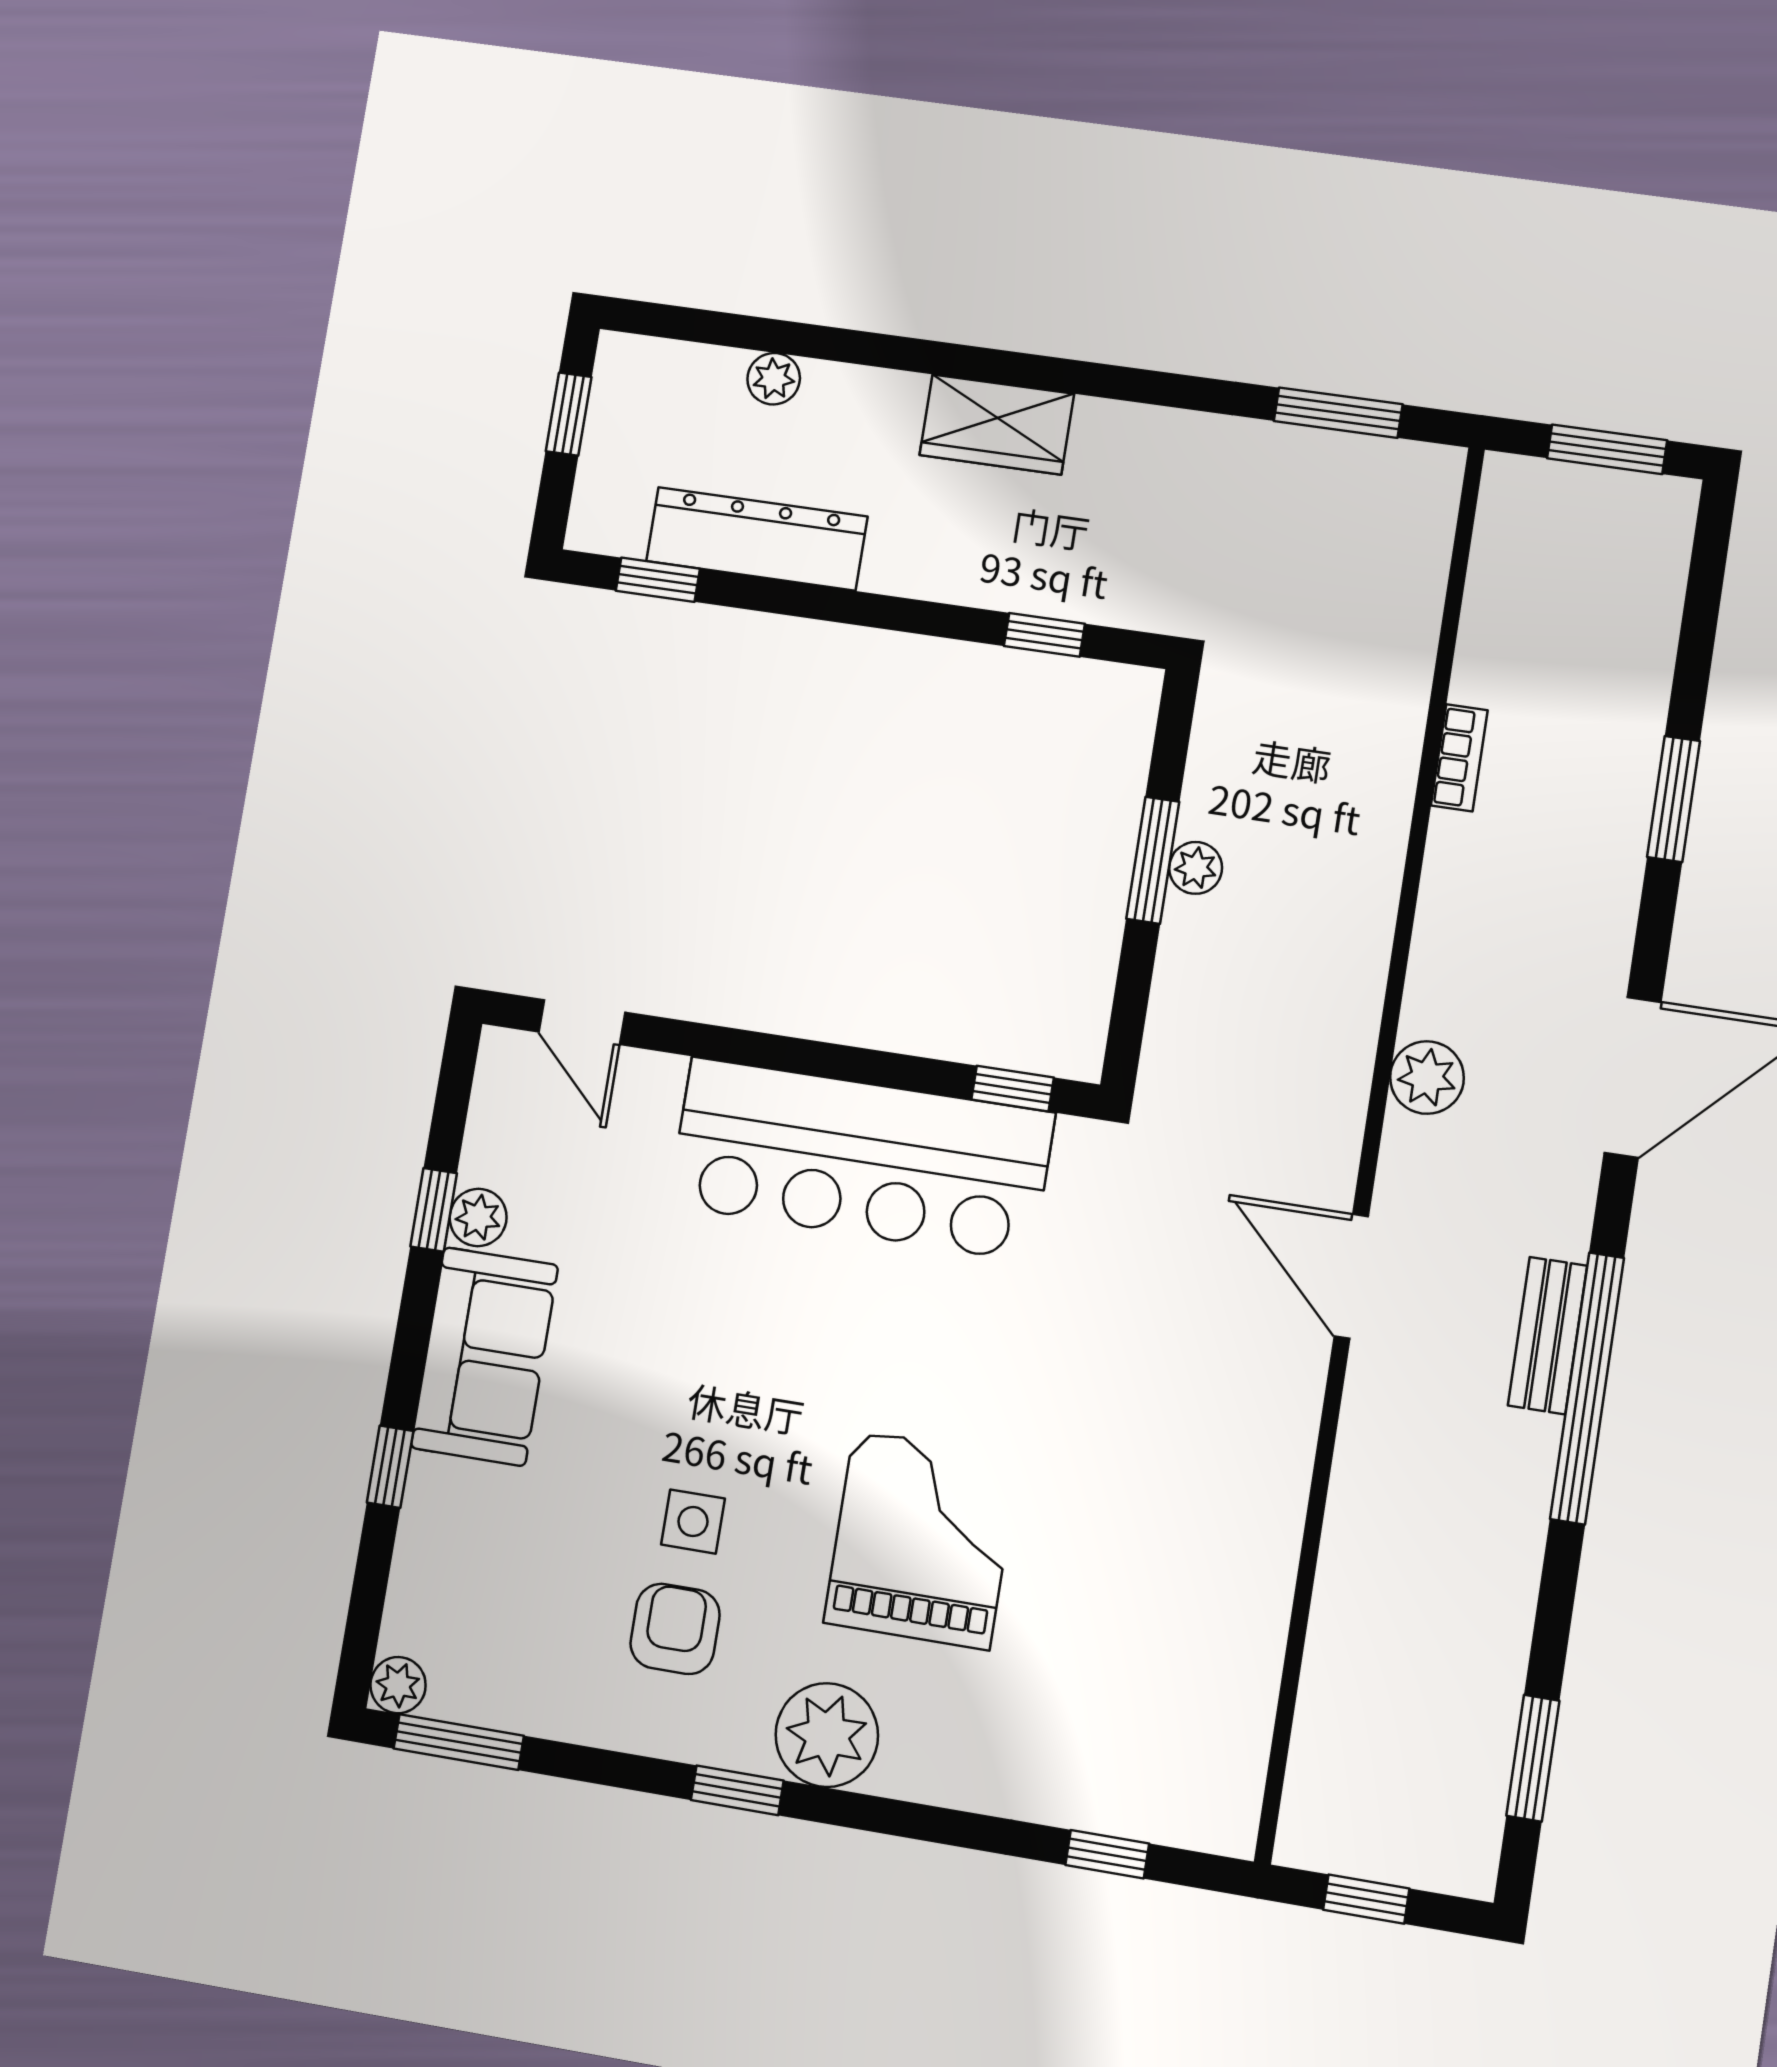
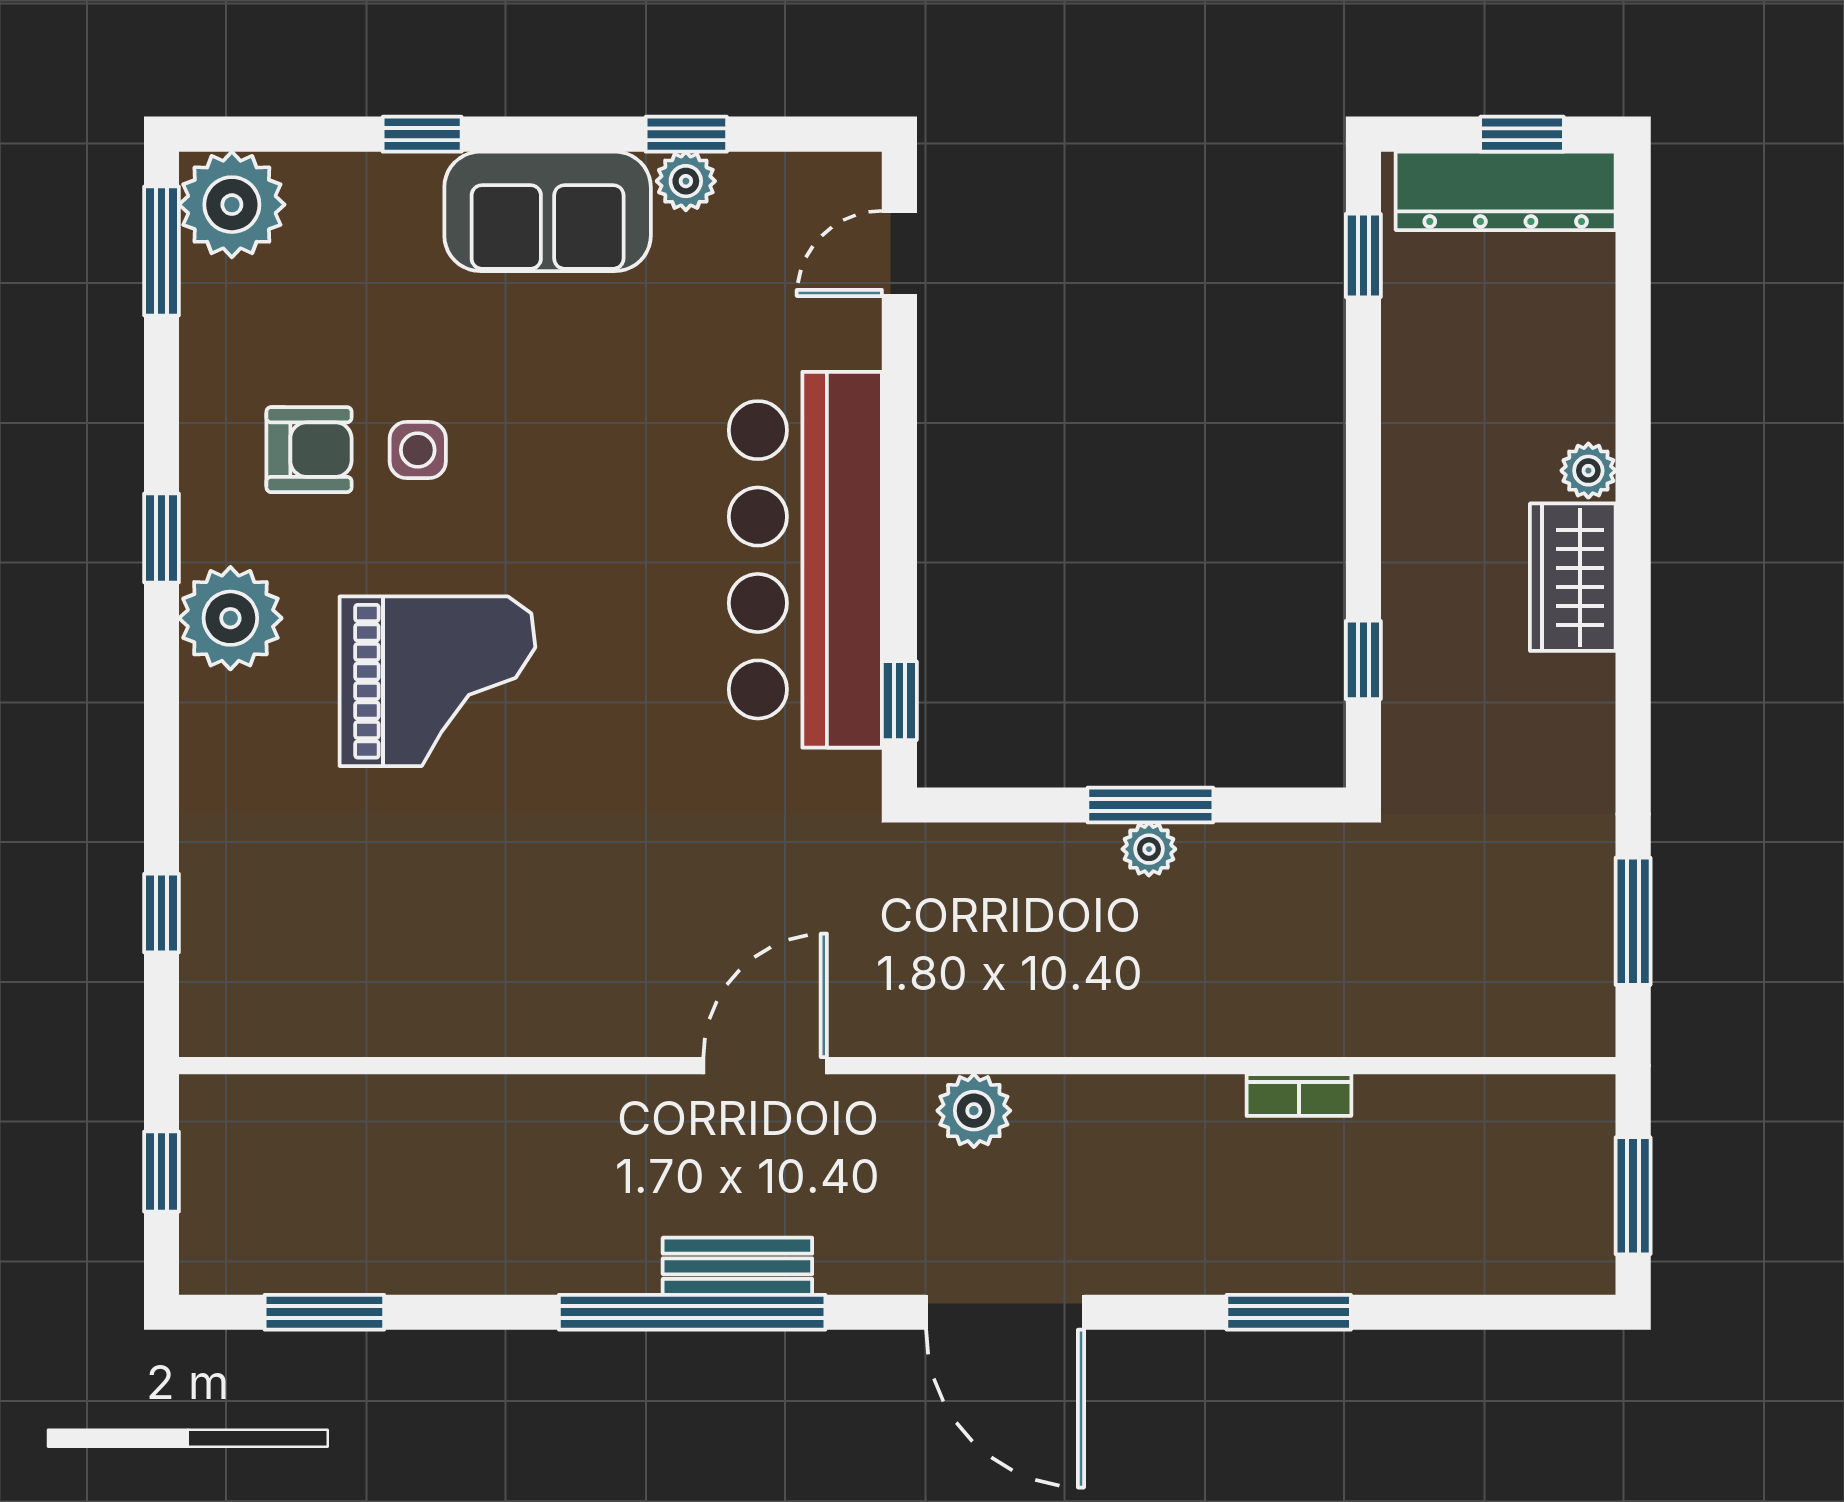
plant: (774, 379) -> (1588, 471), moved
dresser: (757, 539) -> (1506, 191), moved, turned 90
plant: (398, 1685) -> (232, 205), width x1.87, depth x1.87

